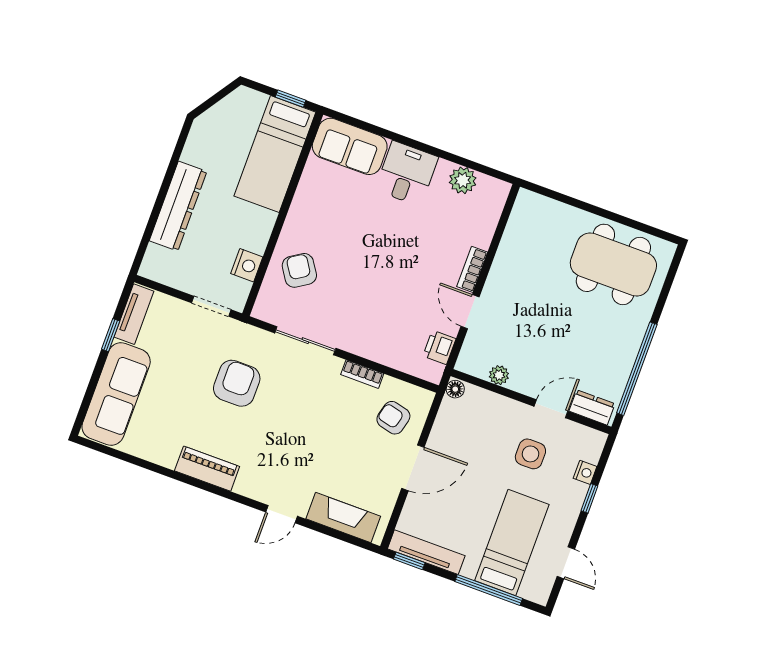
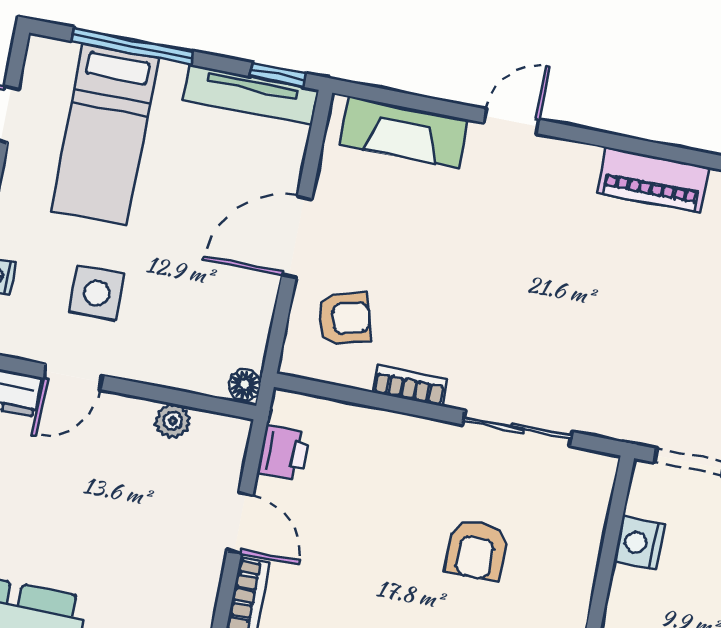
armchair: (299, 270) -> (476, 550), moved, turned 33
armchair: (237, 383) -> (625, 336), removed
armchair: (393, 418) -> (344, 319), turned -30

